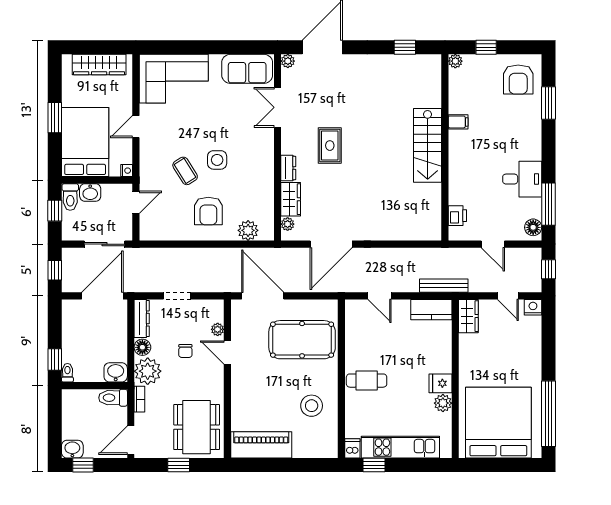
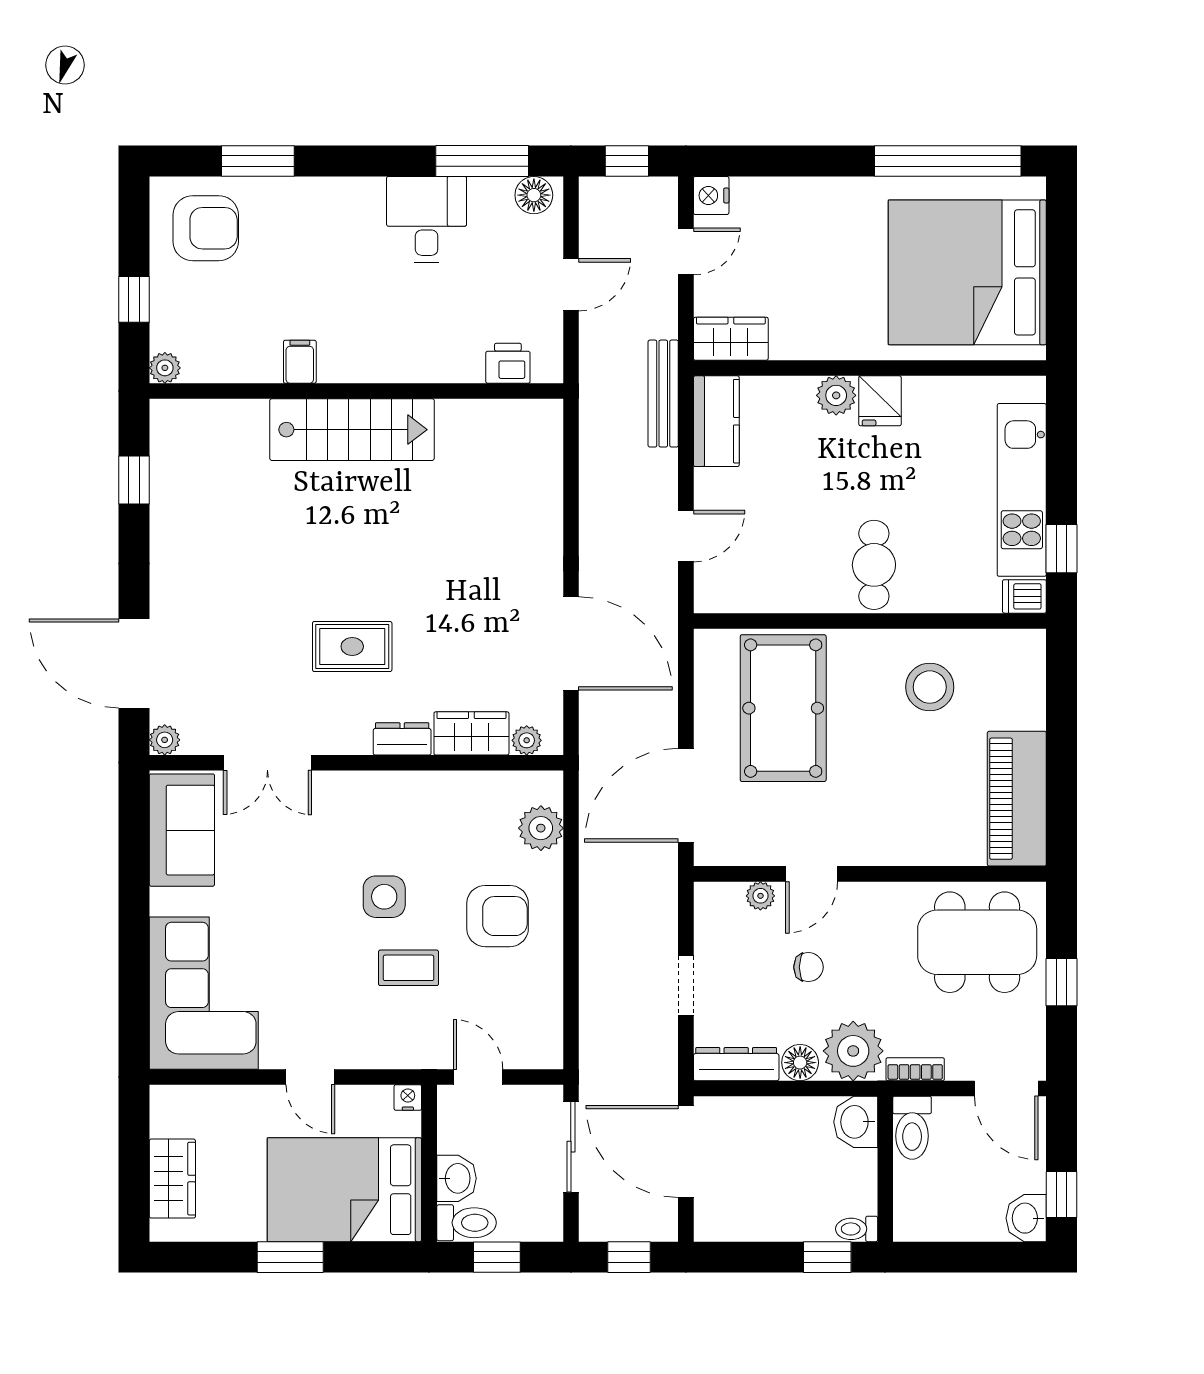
wardrobe: (99, 65) -> (172, 1179), width x0.67
coffee table: (185, 171) -> (409, 968), turned 32
plant: (443, 403) -> (836, 395), moved

